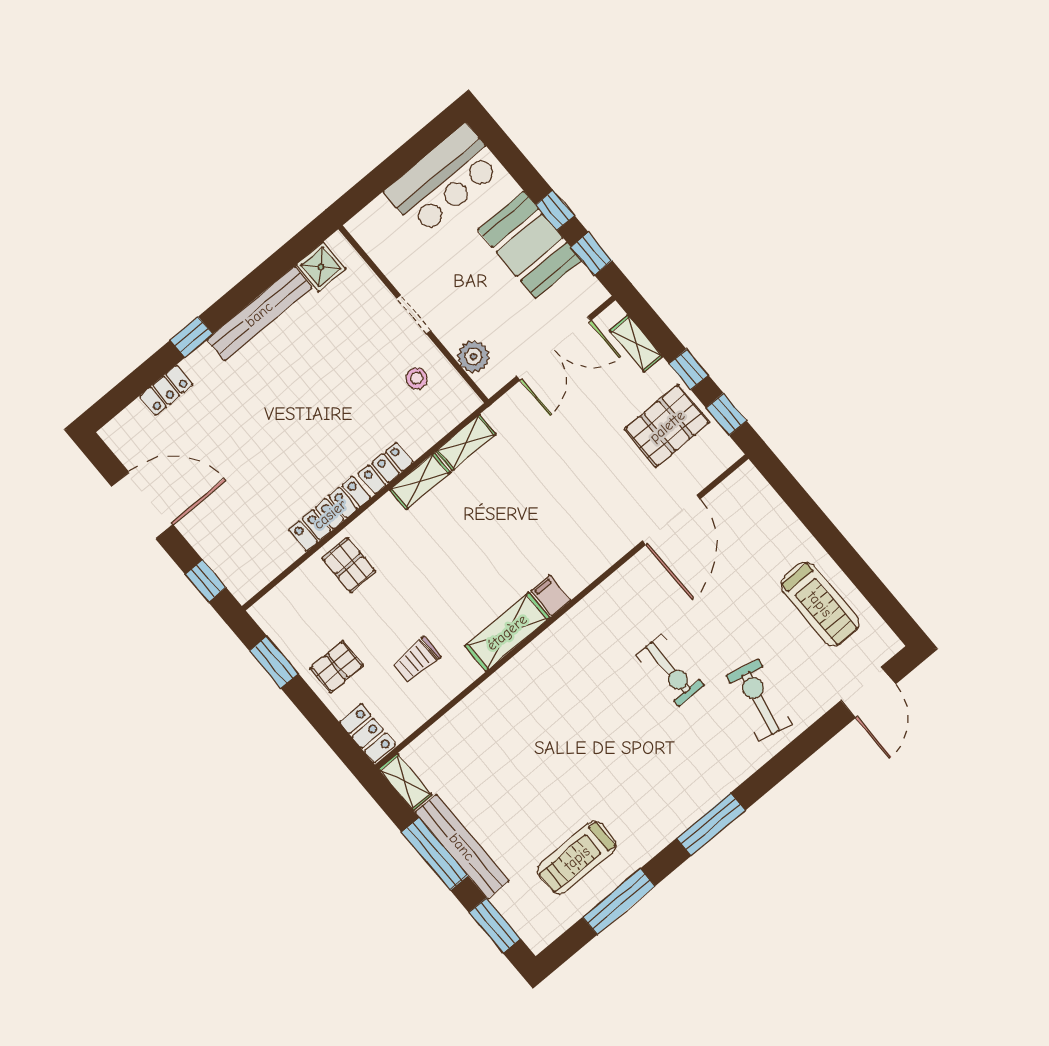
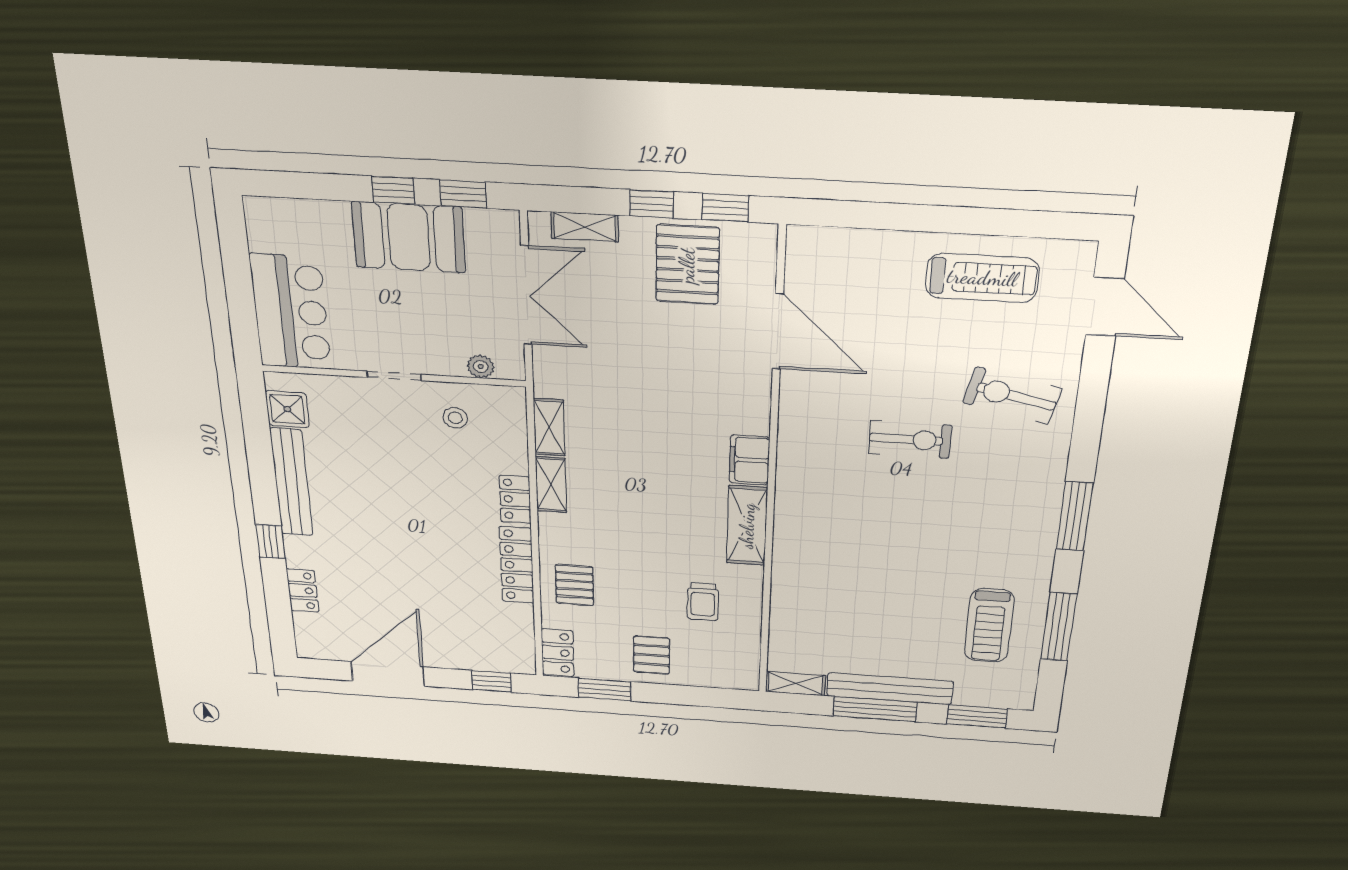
bar counter: (444, 180) -> (291, 312), moved
plant: (473, 356) -> (481, 367), width x0.73, depth x0.73
pallet: (349, 565) -> (574, 585), turned 90
filing cabinet: (551, 596) -> (749, 460), width x2.00
locker: (368, 733) -> (558, 653), moved, turned 90

